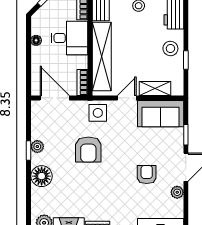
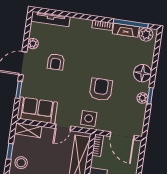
shelving: (155, 89) -> (28, 130), moved

